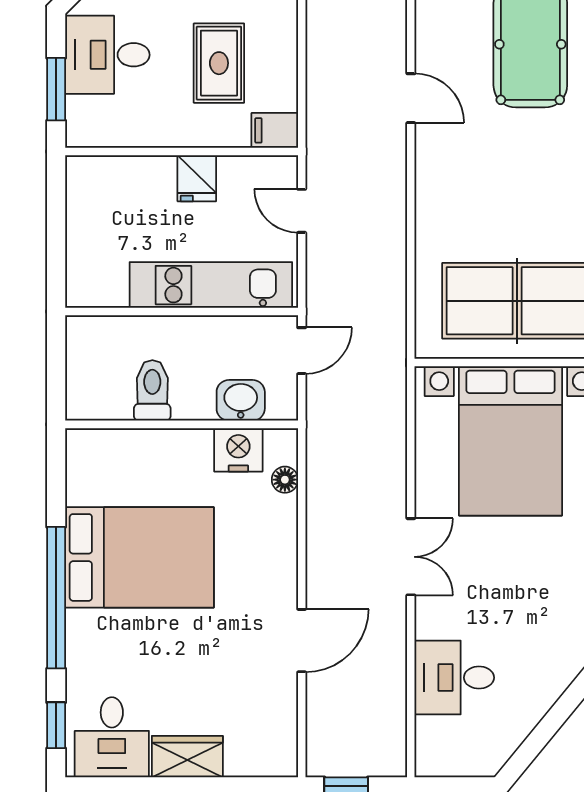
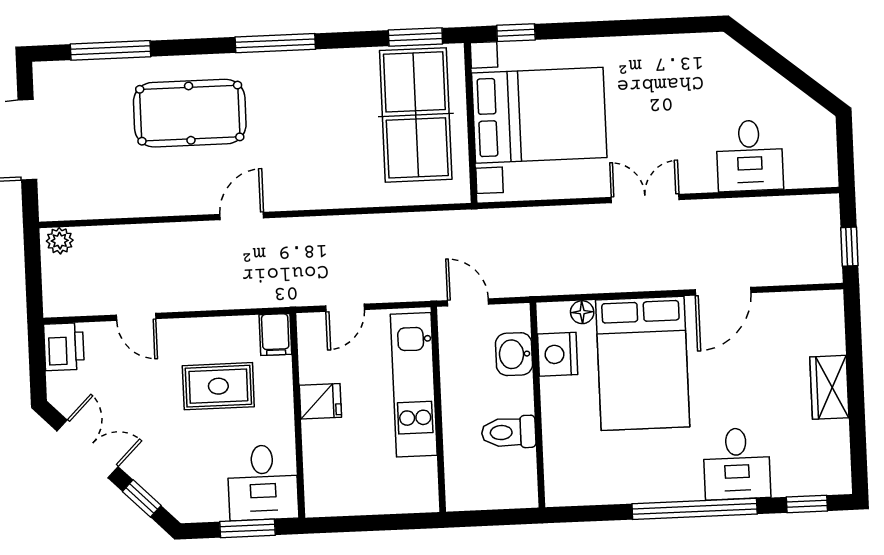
desk: (107, 55) -> (263, 483), moved
bed: (140, 557) -> (643, 363), moved, turned 180
door: (302, 641) -> (723, 291), swing flipped
desk: (112, 737) -> (737, 464), moved, turned 90

